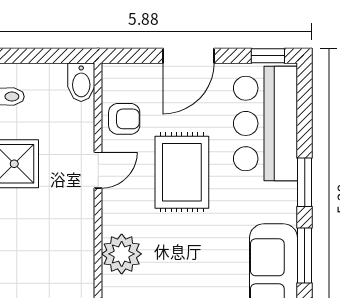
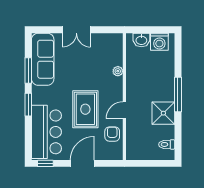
bidet: (81, 82) -> (132, 151), removed
armchair: (124, 119) -> (112, 134), turned 90
plant: (122, 254) -> (118, 71), width x0.53, depth x0.53

